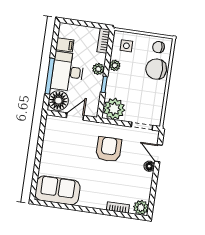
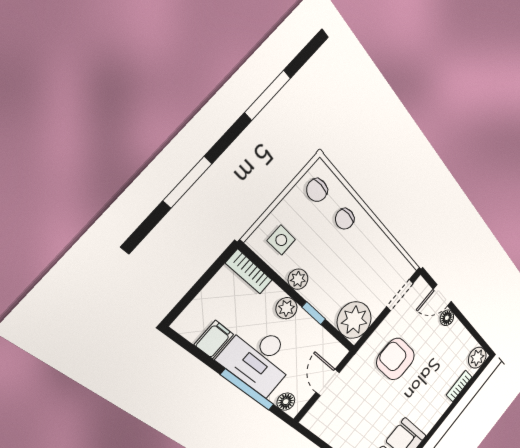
chair: (156, 69) -> (345, 219), width x0.54, depth x0.54
floor lamp: (58, 101) -> (286, 402), width x0.53, depth x0.53

